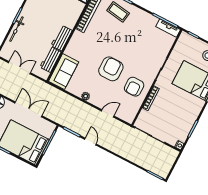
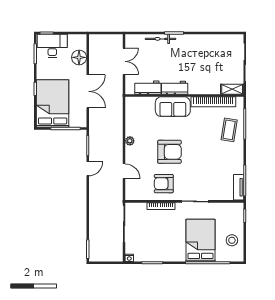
sofa: (64, 72) -> (173, 107), moved

